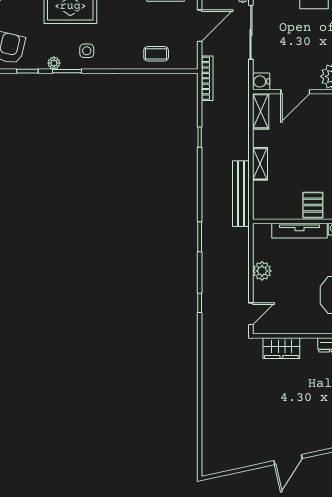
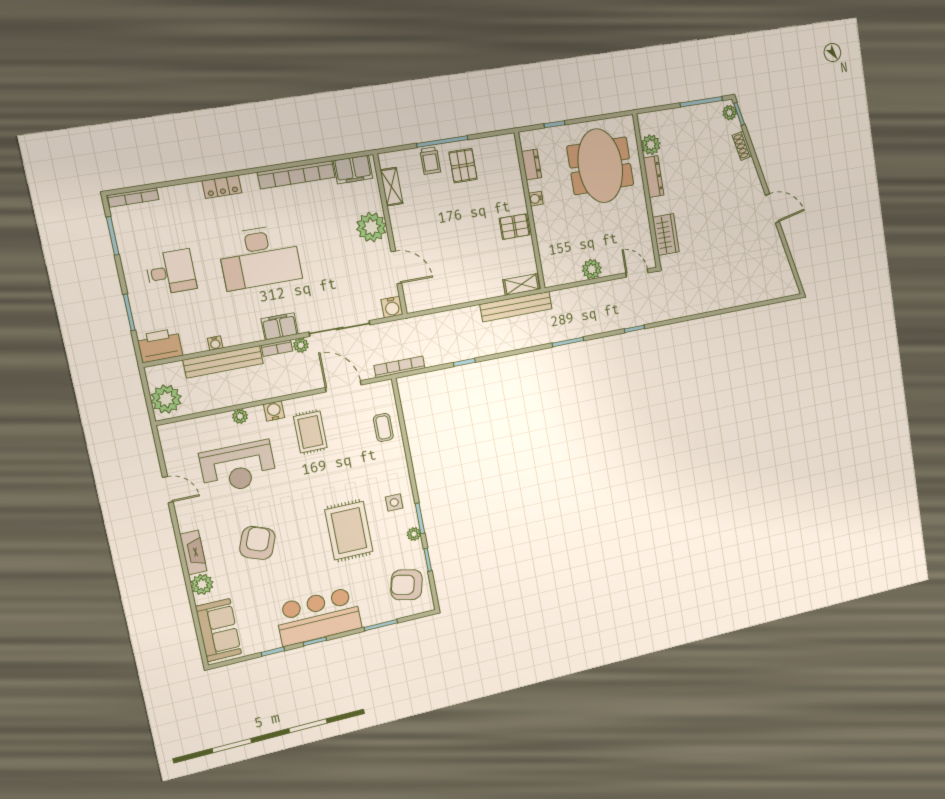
shelving: (261, 111) -> (425, 302), removed
shelving: (260, 164) -> (521, 284), moved
tv unit: (299, 231) -> (544, 236), removed

